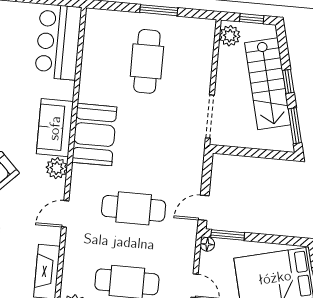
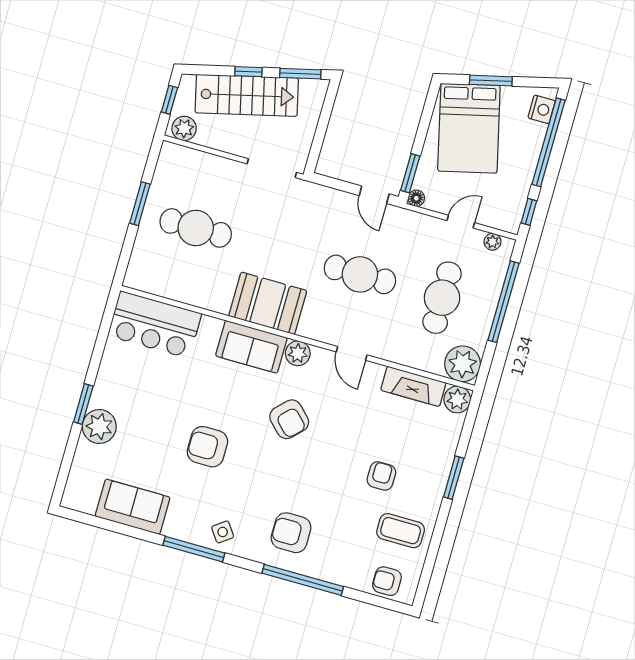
cafe table: (134, 208) -> (360, 274), turned 90

